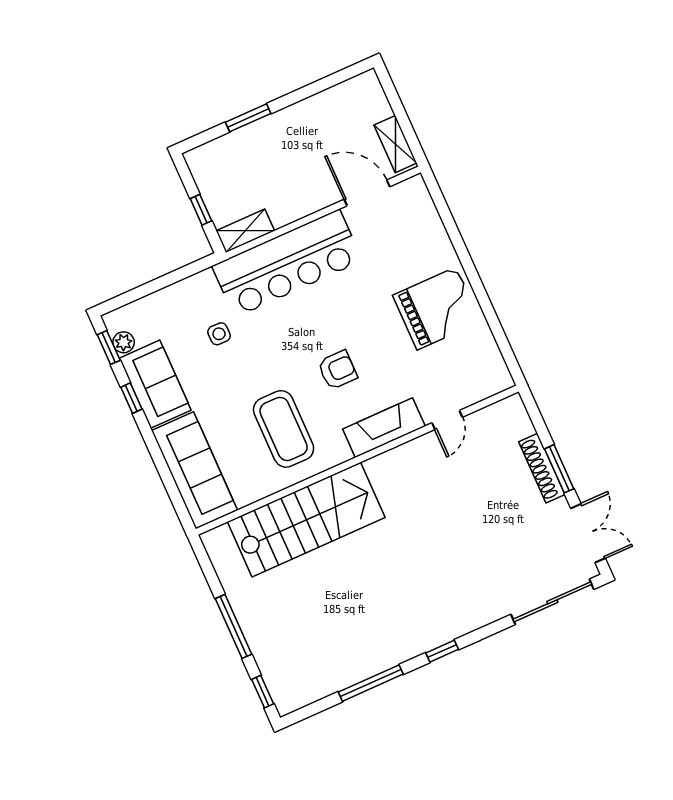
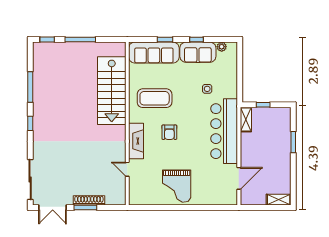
shelving: (395, 144) -> (279, 200), moved
window: (109, 348) -> (165, 39), moved

